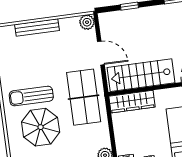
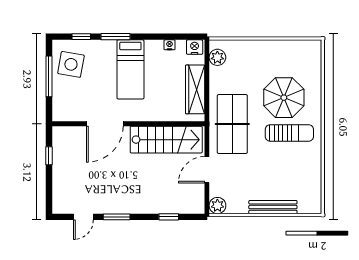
door: (101, 53) -> (207, 170), hinge flipped
wardrobe: (132, 102) -> (195, 89), moved, turned -90

